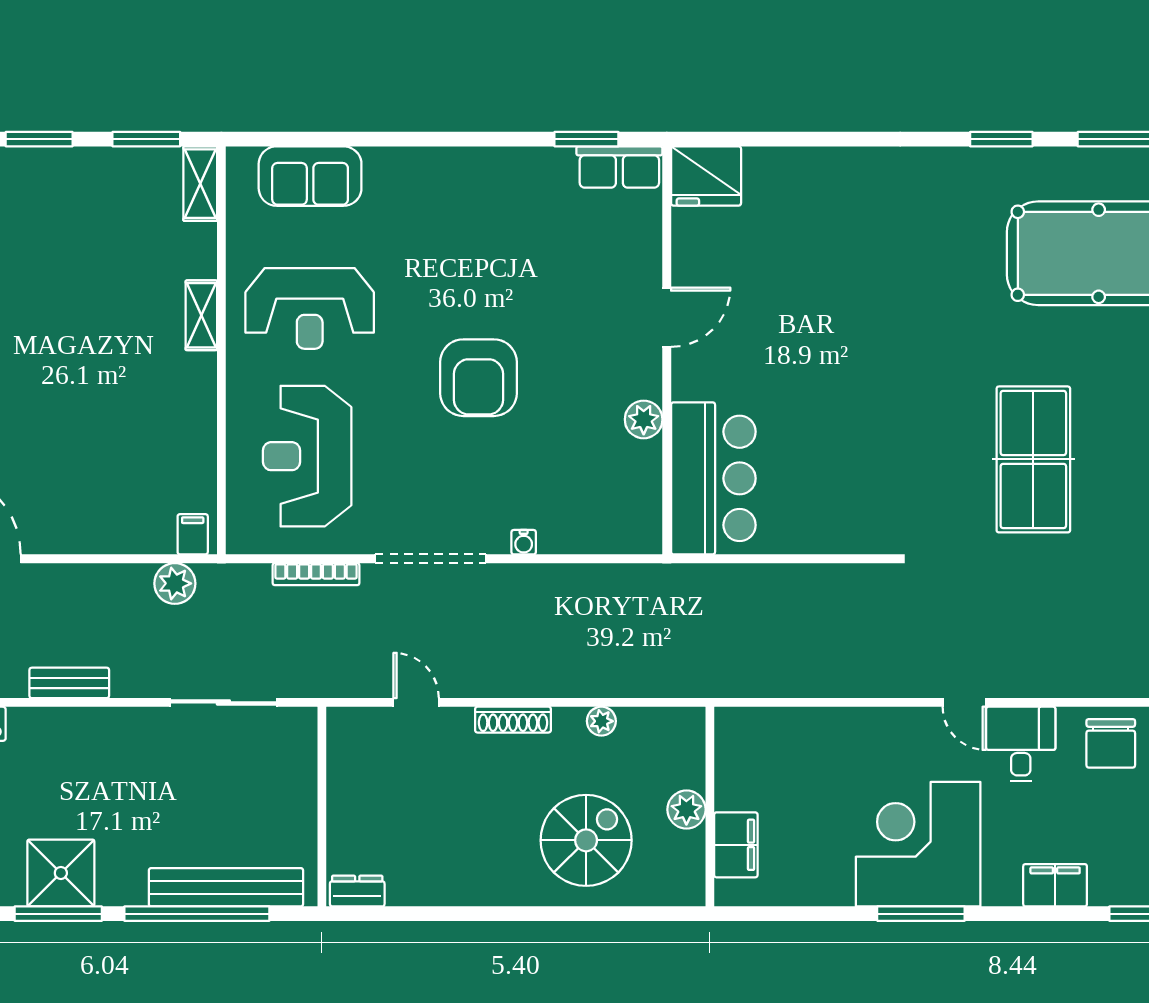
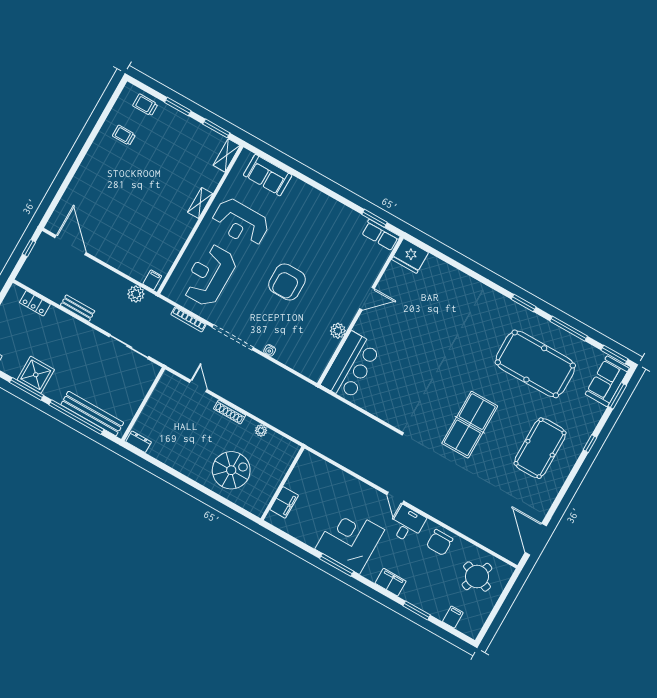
plant: (686, 810) -> (274, 480), removed

